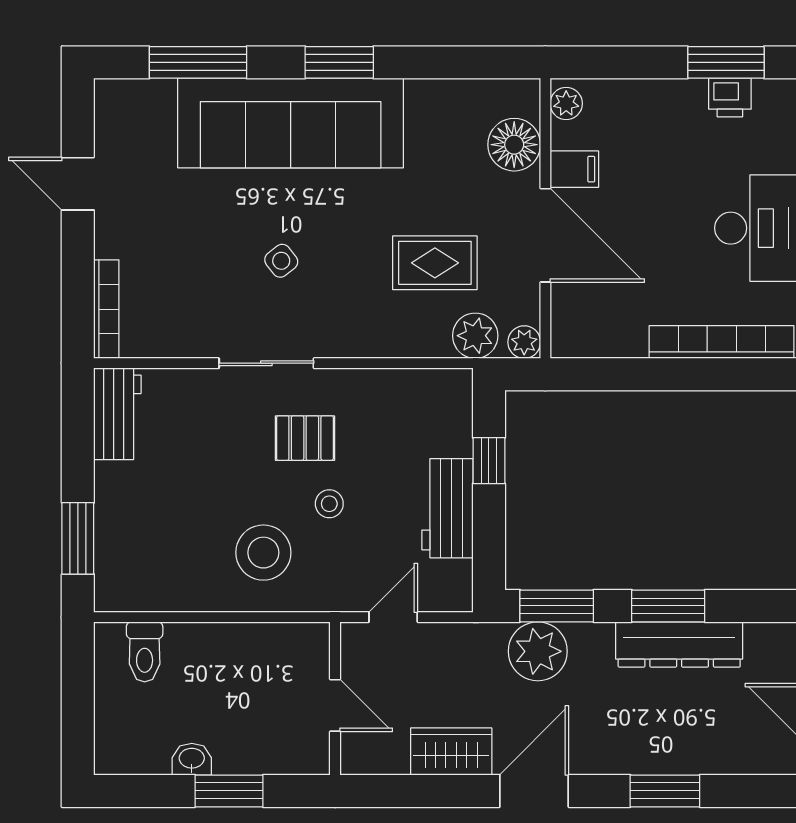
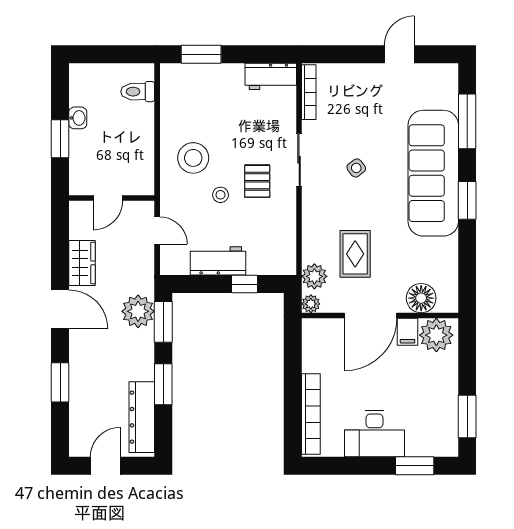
printer: (730, 98) -> (447, 419), removed
plant: (566, 103) -> (436, 335), width x1.88, depth x1.88
bookcase: (106, 309) -> (309, 92), moved, turned -90
dresser: (679, 645) -> (142, 417), moved

